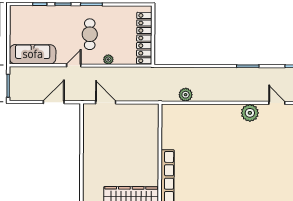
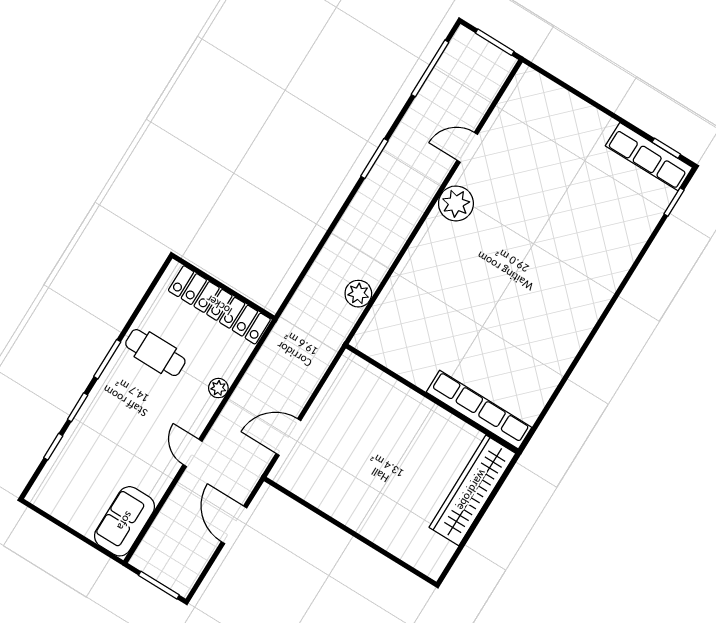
cafe table: (90, 34) -> (155, 353), moved
sofa: (33, 54) -> (125, 521), width x0.73

